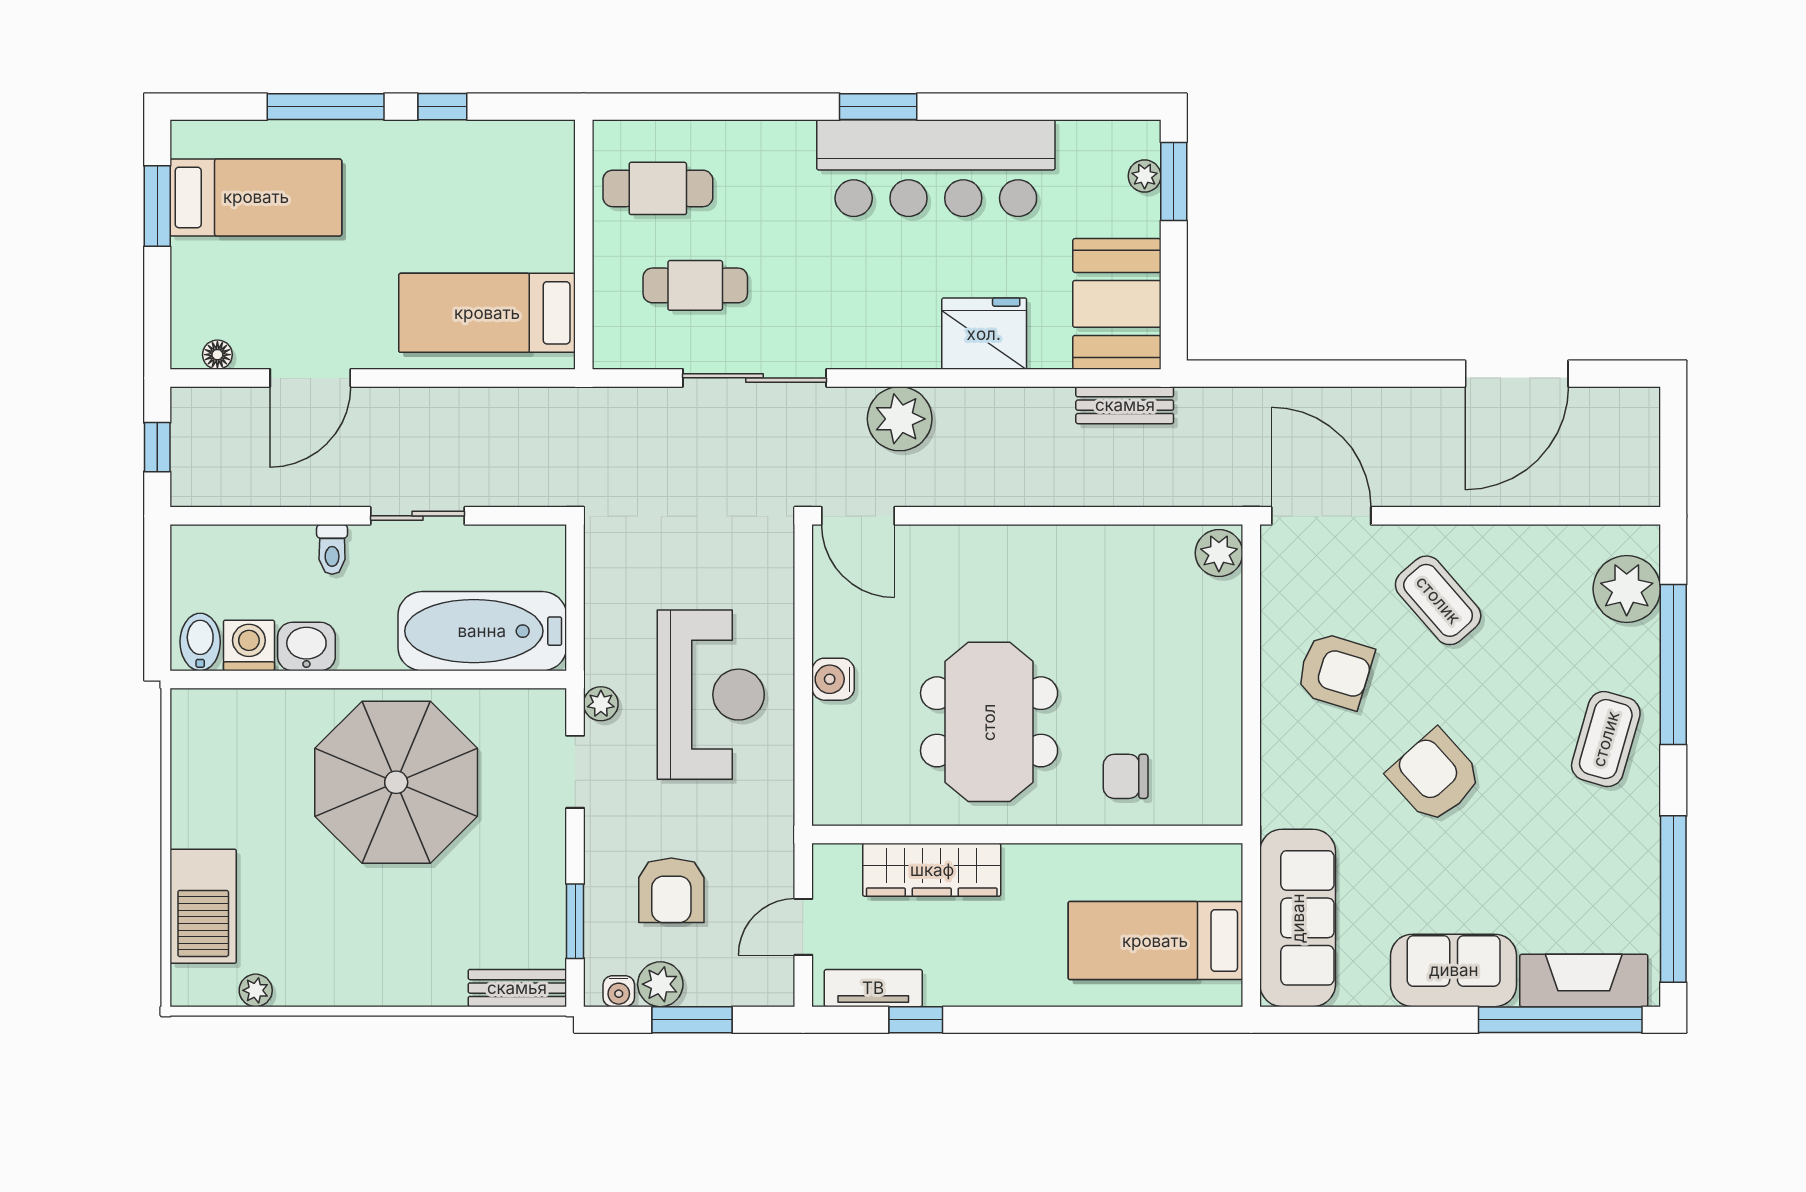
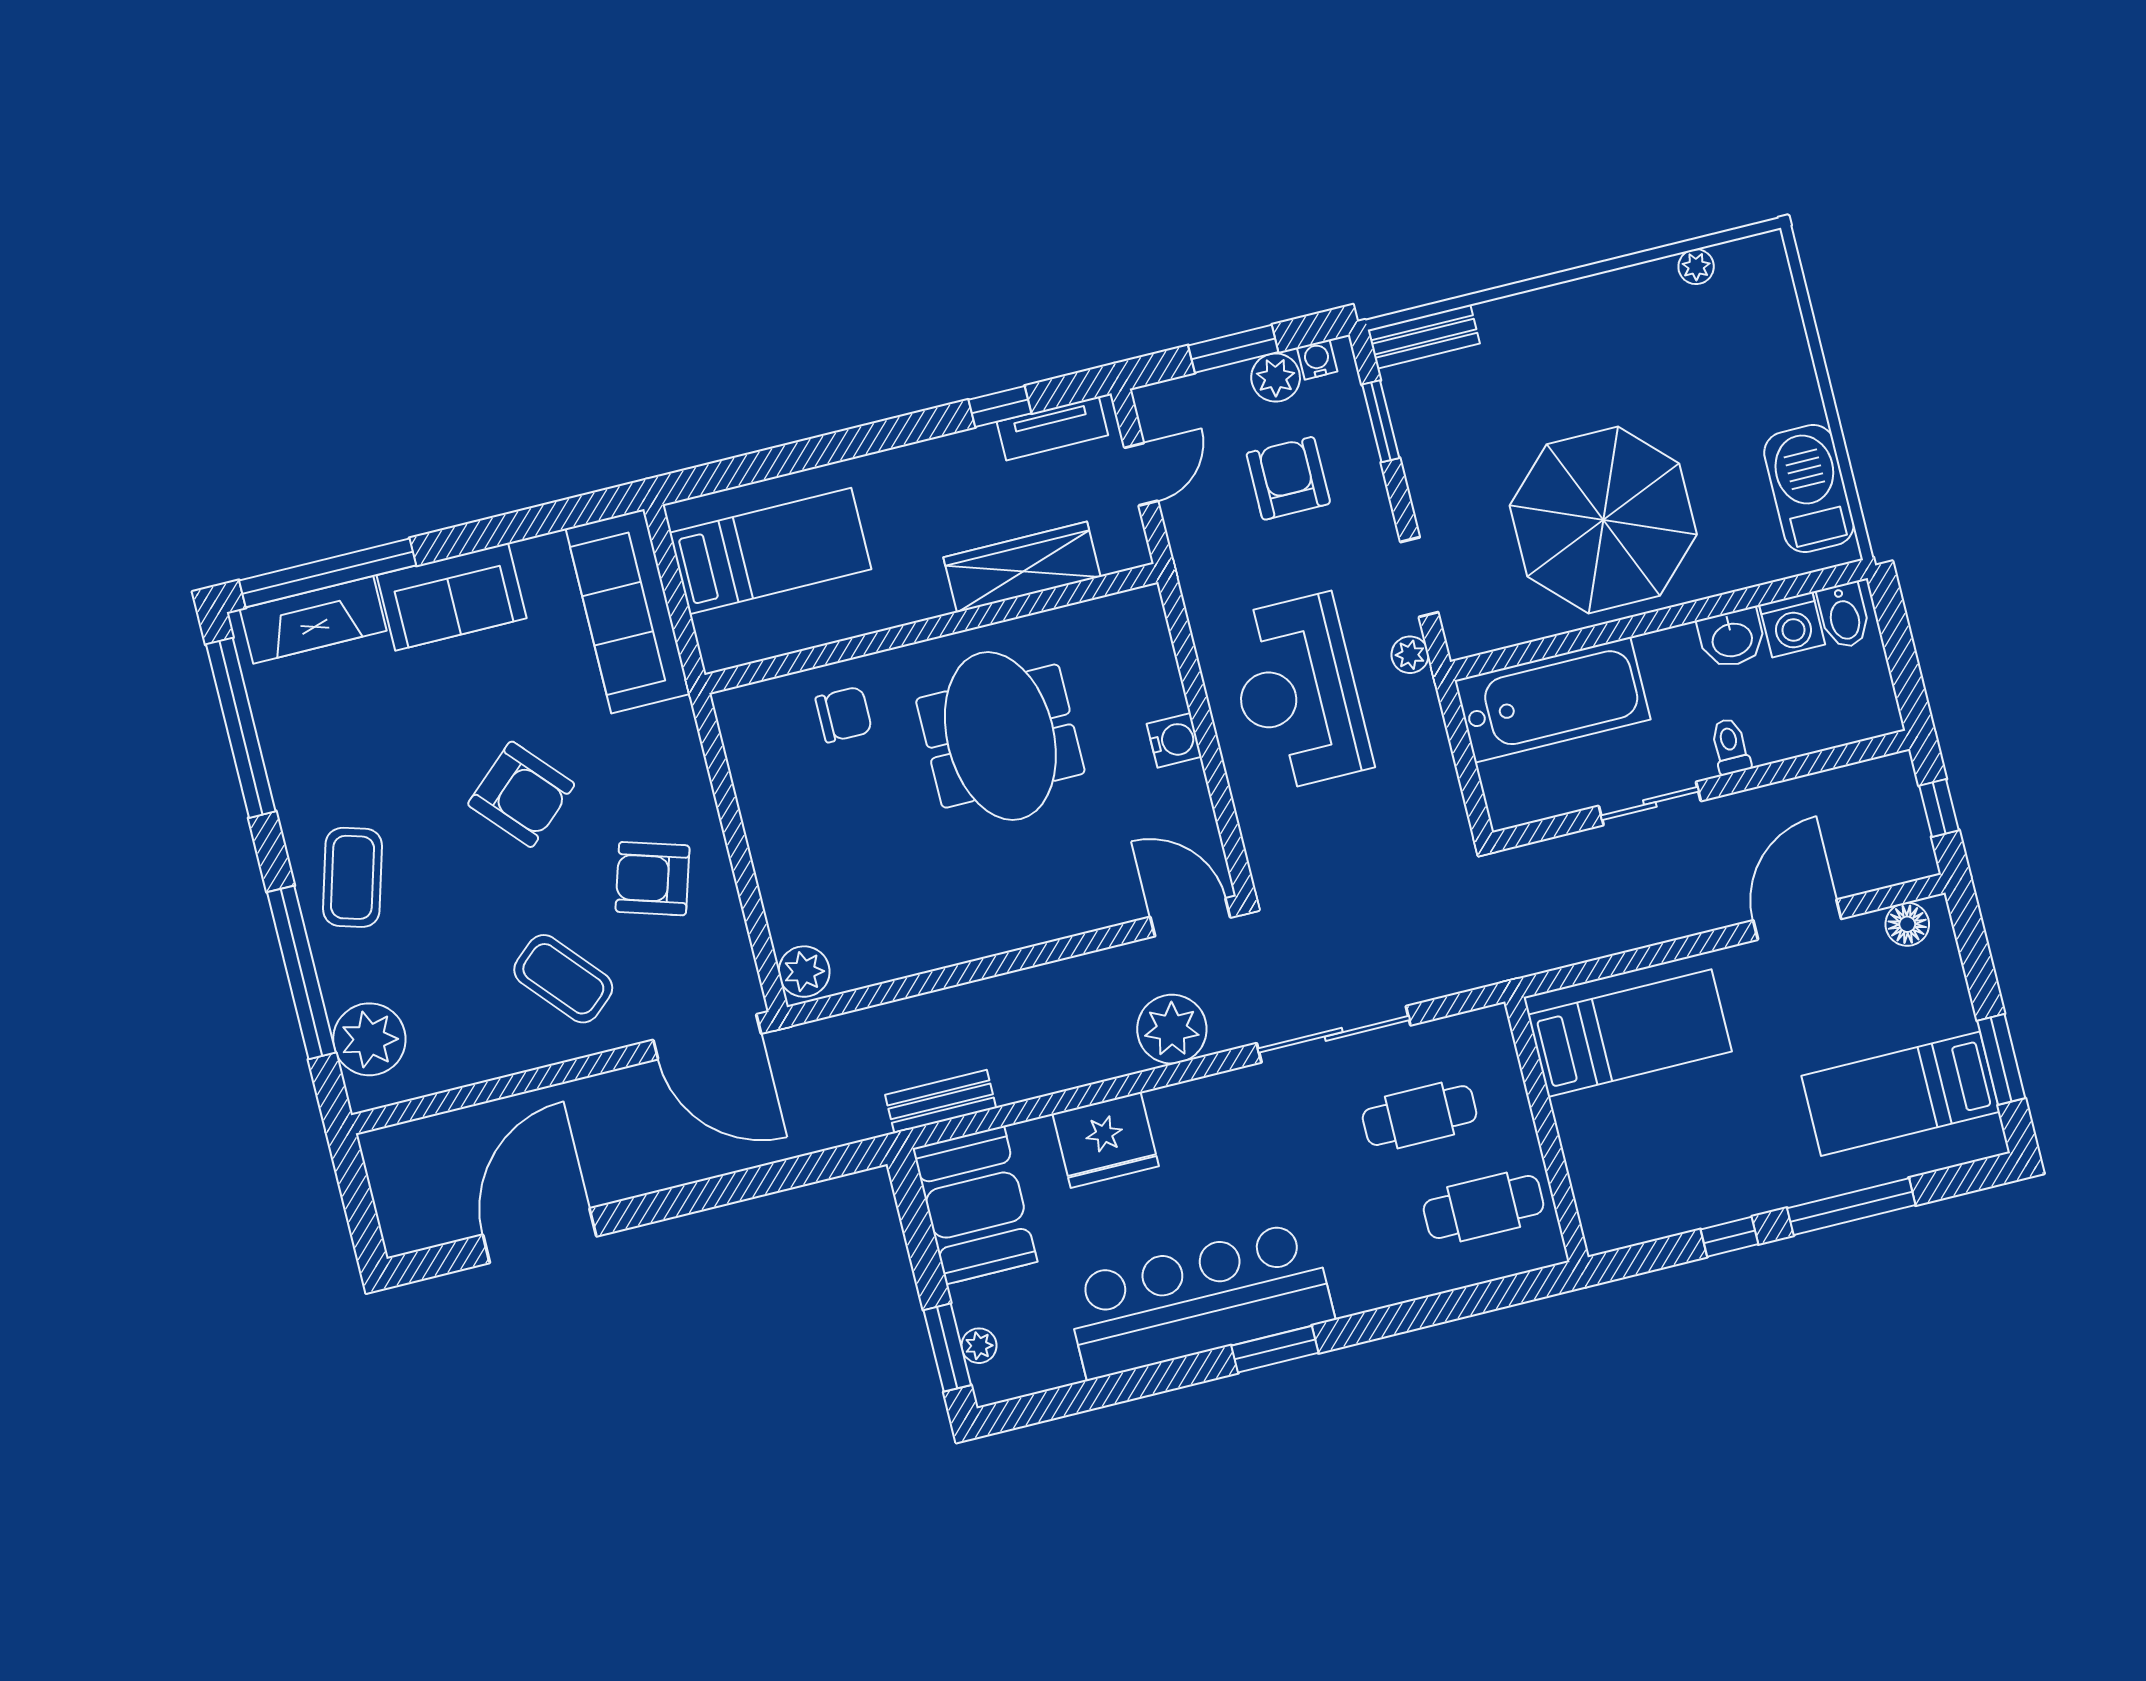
floor lamp: (217, 355) -> (1907, 924), width x1.37, depth x1.37
barbecue: (203, 906) -> (1809, 489), moved

